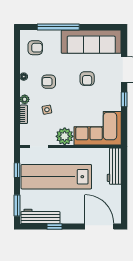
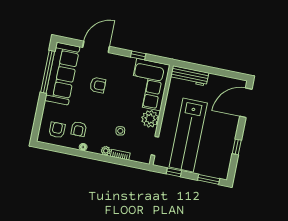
window: (58, 27) -> (48, 72), moved
armchair: (49, 82) -> (79, 129), moved
window: (124, 99) -> (138, 55), moved
workbench: (40, 216) -> (224, 159), removed

